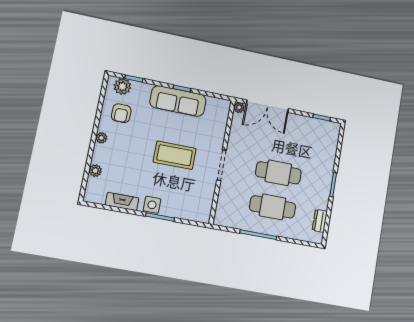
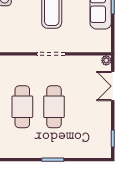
double door: (267, 106) -> (113, 86), width x0.73
dresser: (320, 221) -> (18, 152), removed

